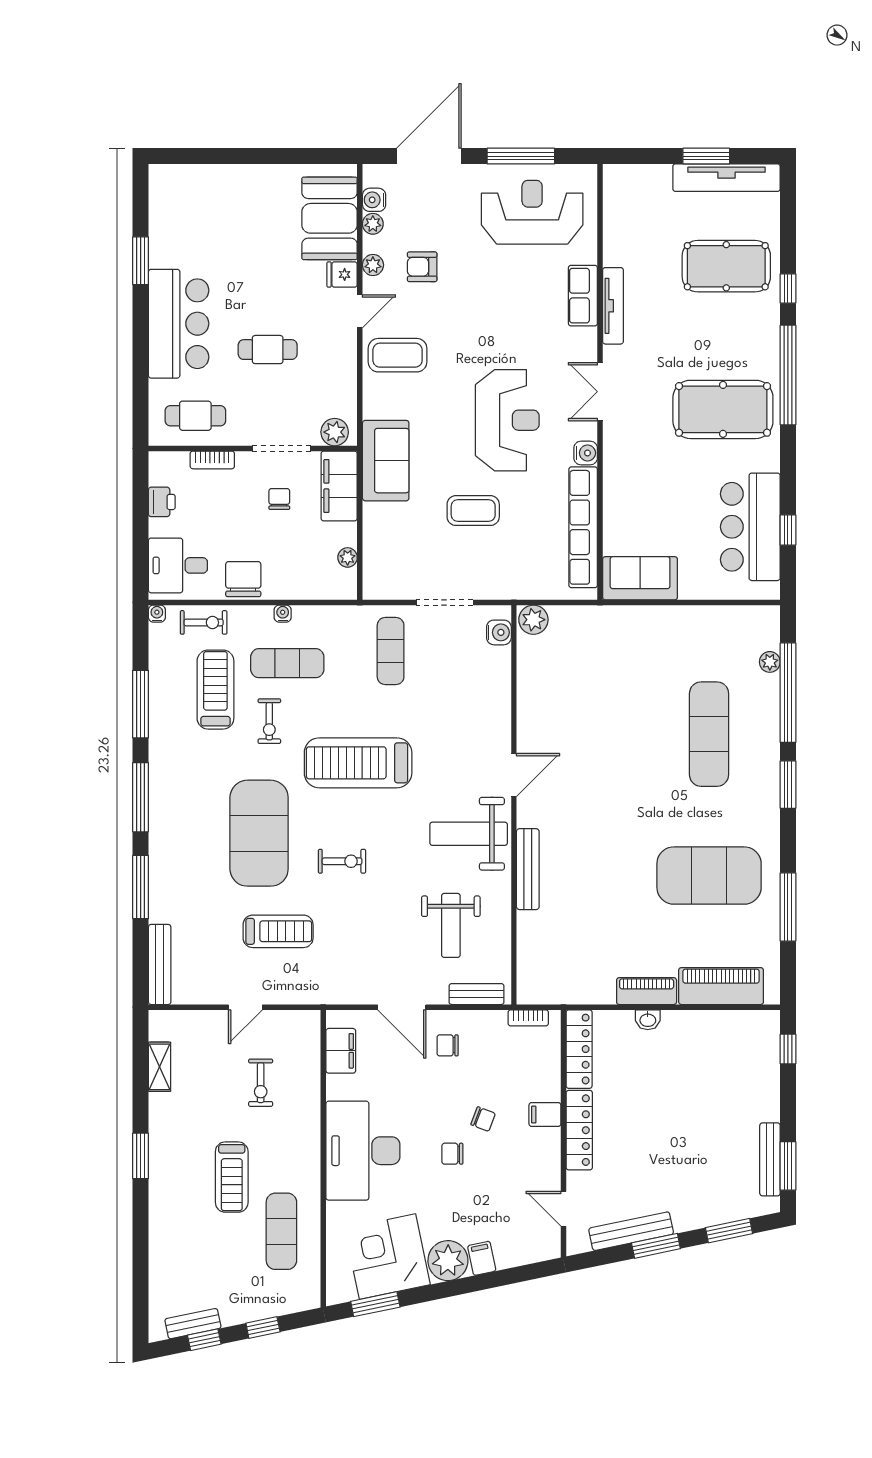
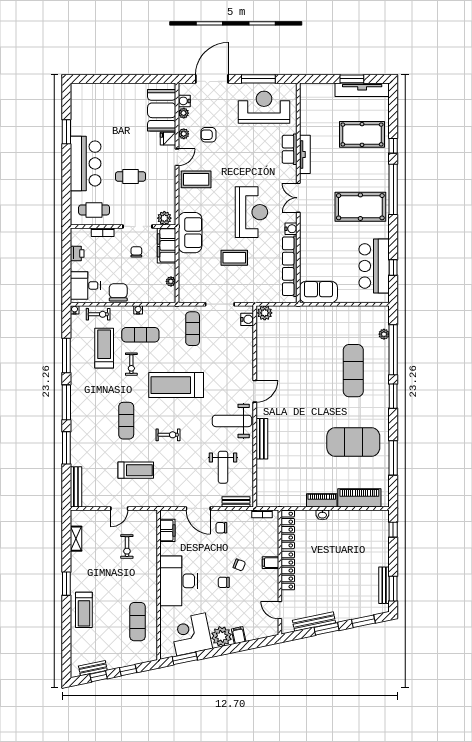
exercise mat: (259, 833) -> (126, 421), width x0.50, depth x0.69
treadmill: (232, 1177) -> (84, 610), moved

